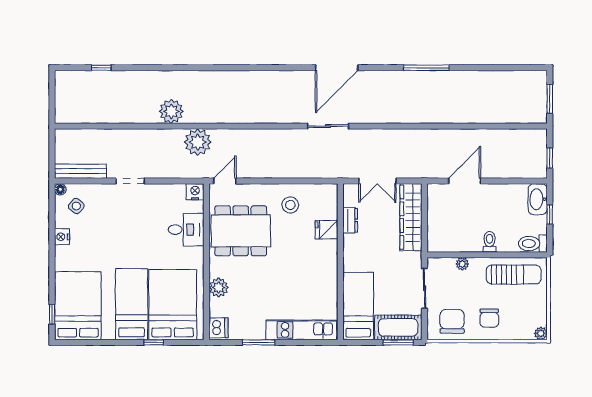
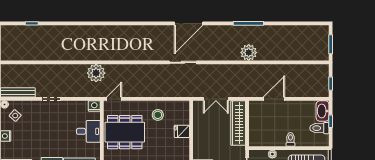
plant: (171, 111) -> (249, 53), moved
dresser: (350, 220) -> (198, 125), removed
toilet: (533, 244) -> (319, 128), moved

